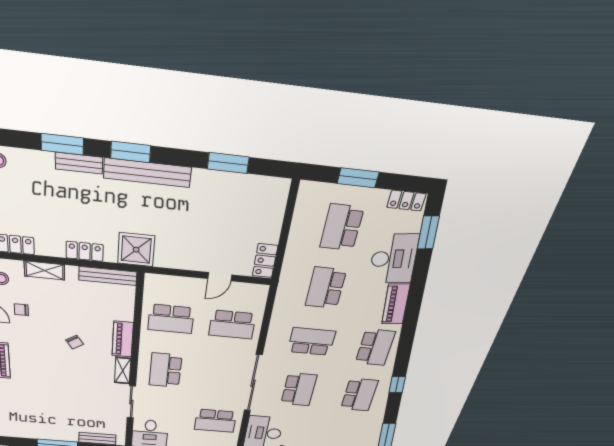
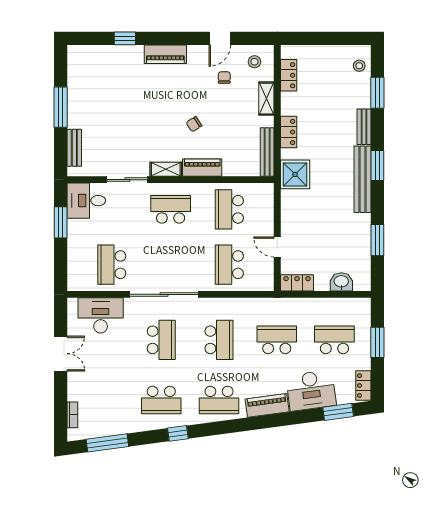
window: (62, 144) -> (377, 93), moved
washbasin: (273, 212) -> (341, 282), added
school desk: (299, 389) -> (161, 340), turned -90

